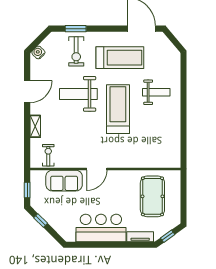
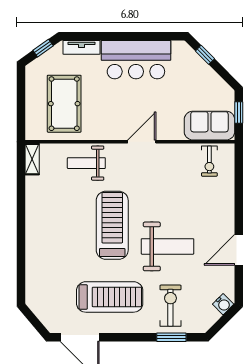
treadmill: (120, 58) -> (110, 297), turned 180
weight bench: (156, 92) -> (86, 163), moved
treadmill: (118, 109) -> (112, 225), turned 180
shelving: (35, 126) -> (32, 159), moved
sofa: (64, 181) -> (209, 126), moved
window: (41, 221) -> (205, 55), moved

